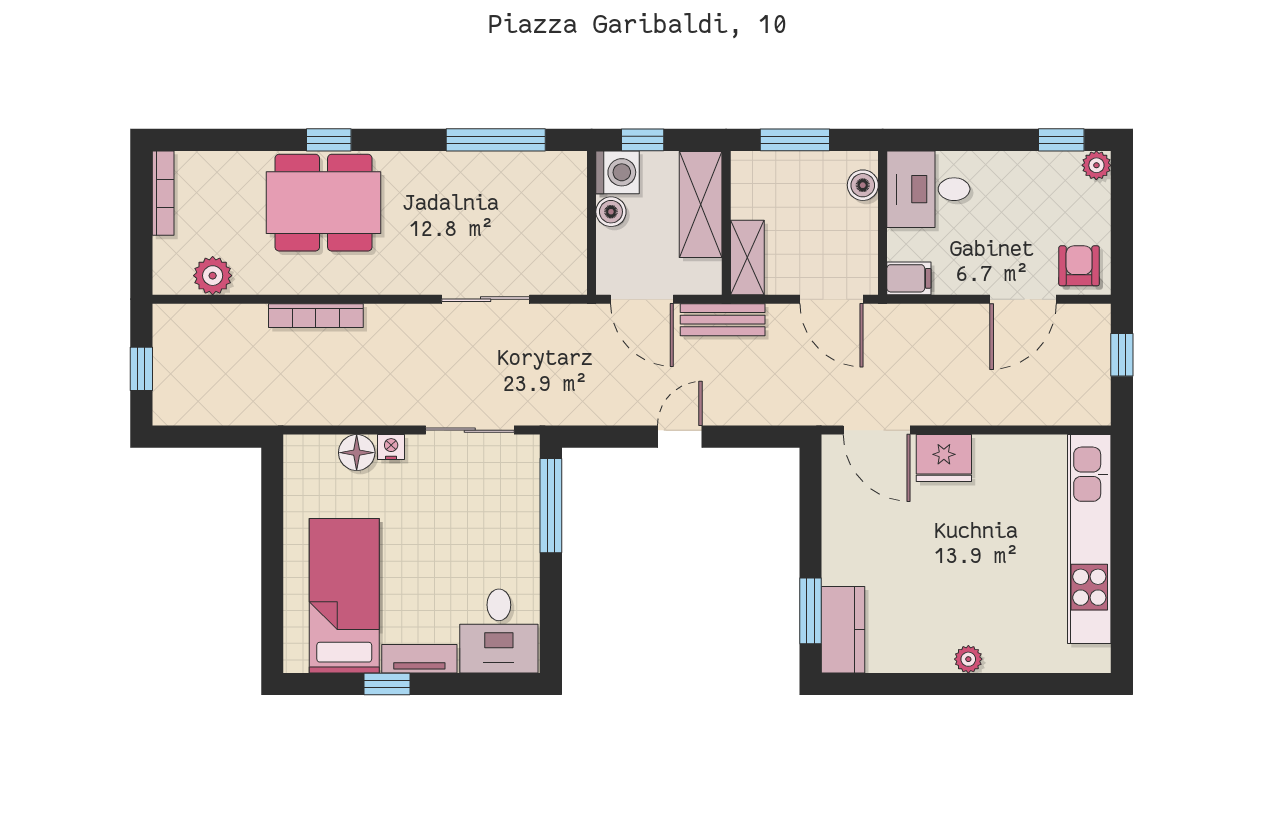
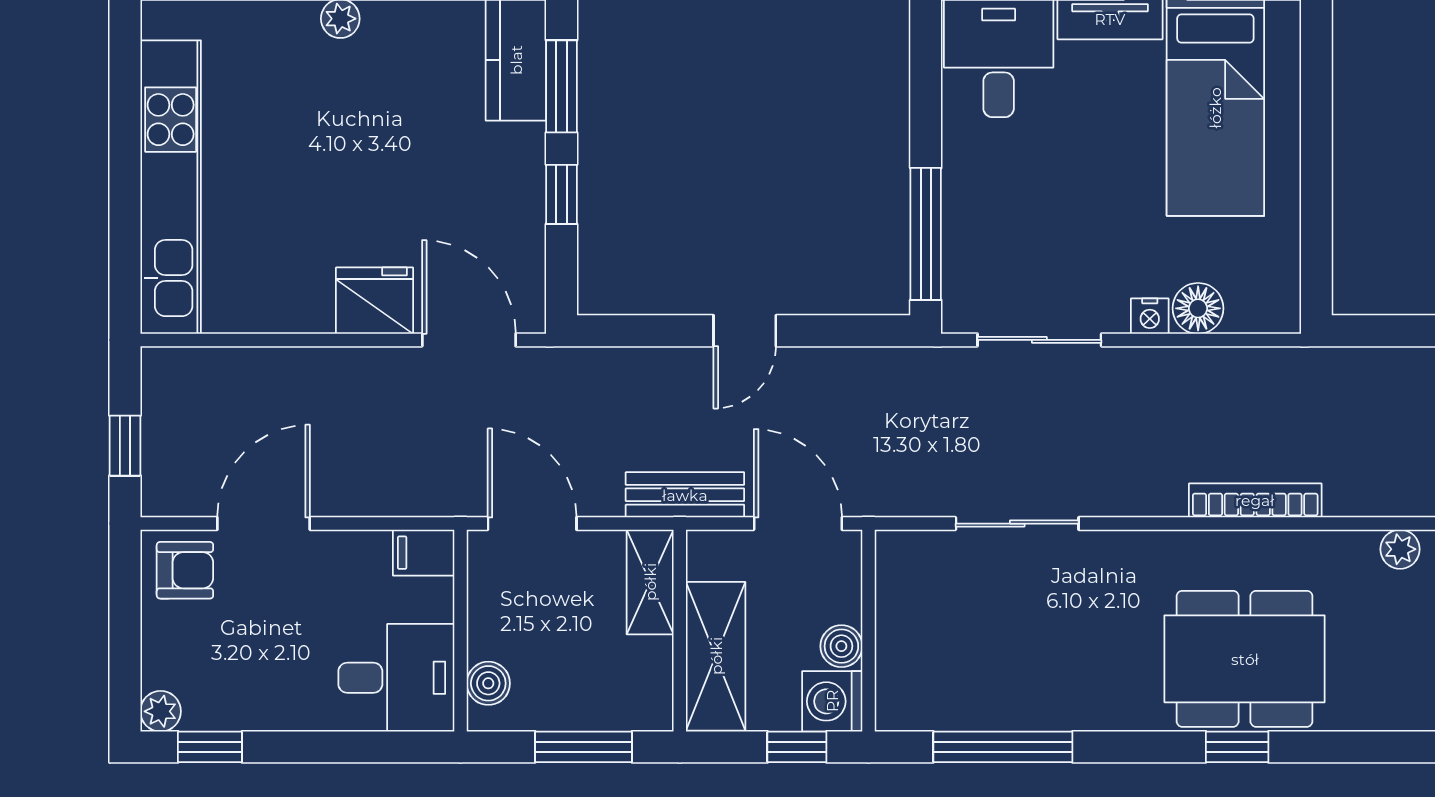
armchair: (1079, 266) -> (185, 570), turned -90
plant: (213, 276) -> (1400, 549), width x0.73, depth x0.73
window: (811, 534) -> (562, 194), added

